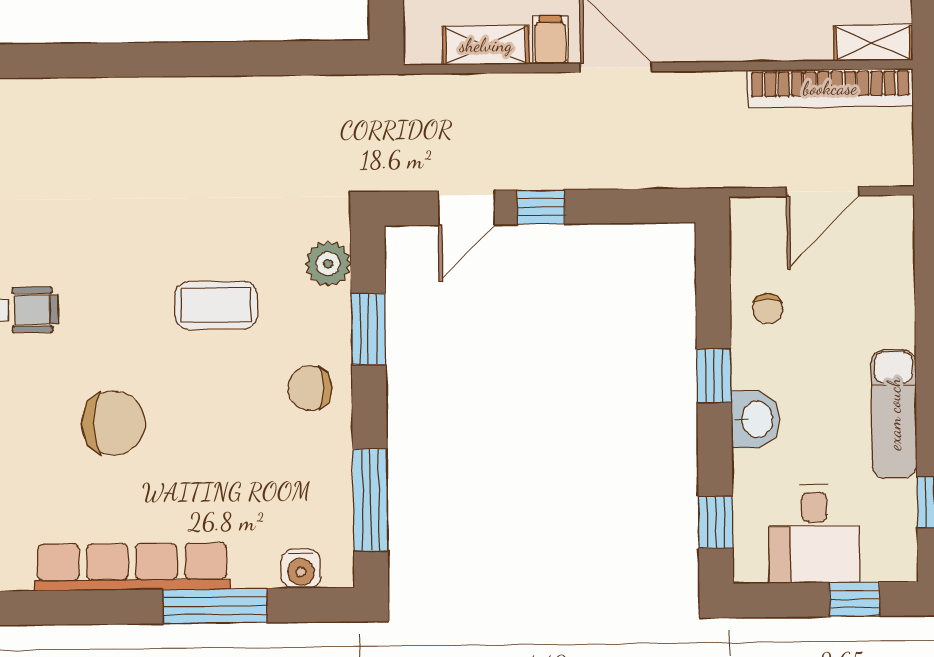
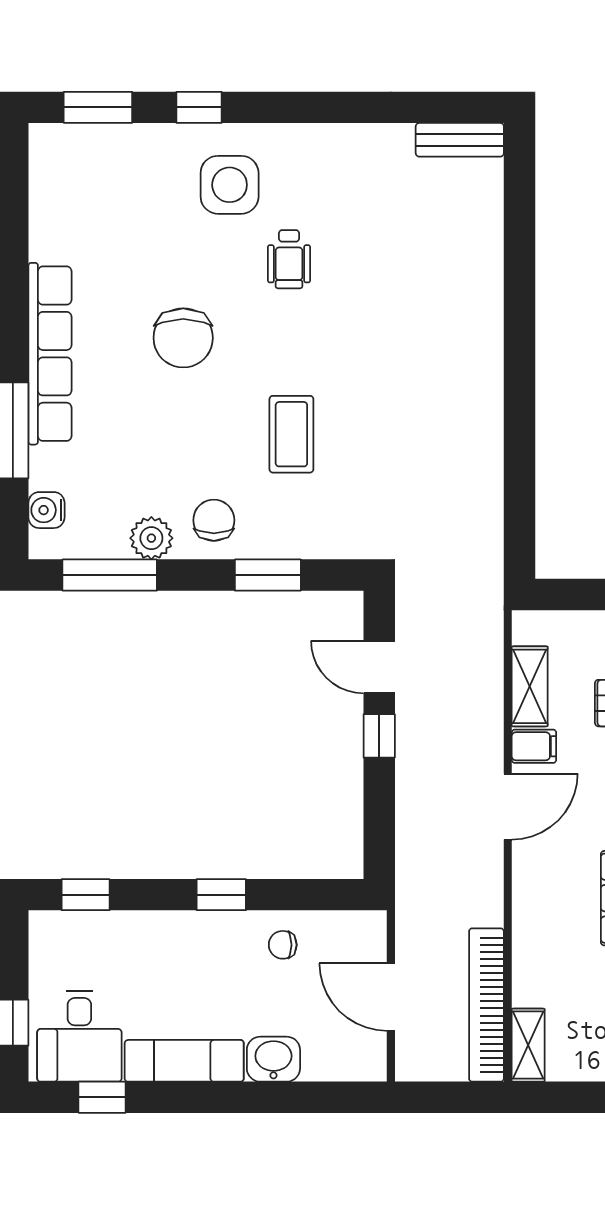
plant: (328, 264) -> (151, 538), moved
washbasin: (756, 419) -> (273, 1059), moved, turned 180
desk: (814, 534) -> (79, 1036), moved, turned -90

